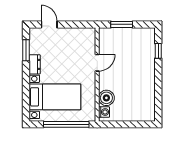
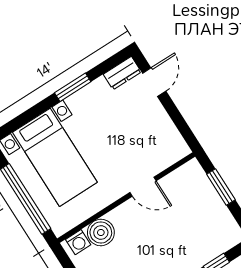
window: (26, 50) -> (73, 87), moved
dresser: (35, 64) -> (122, 73), moved

